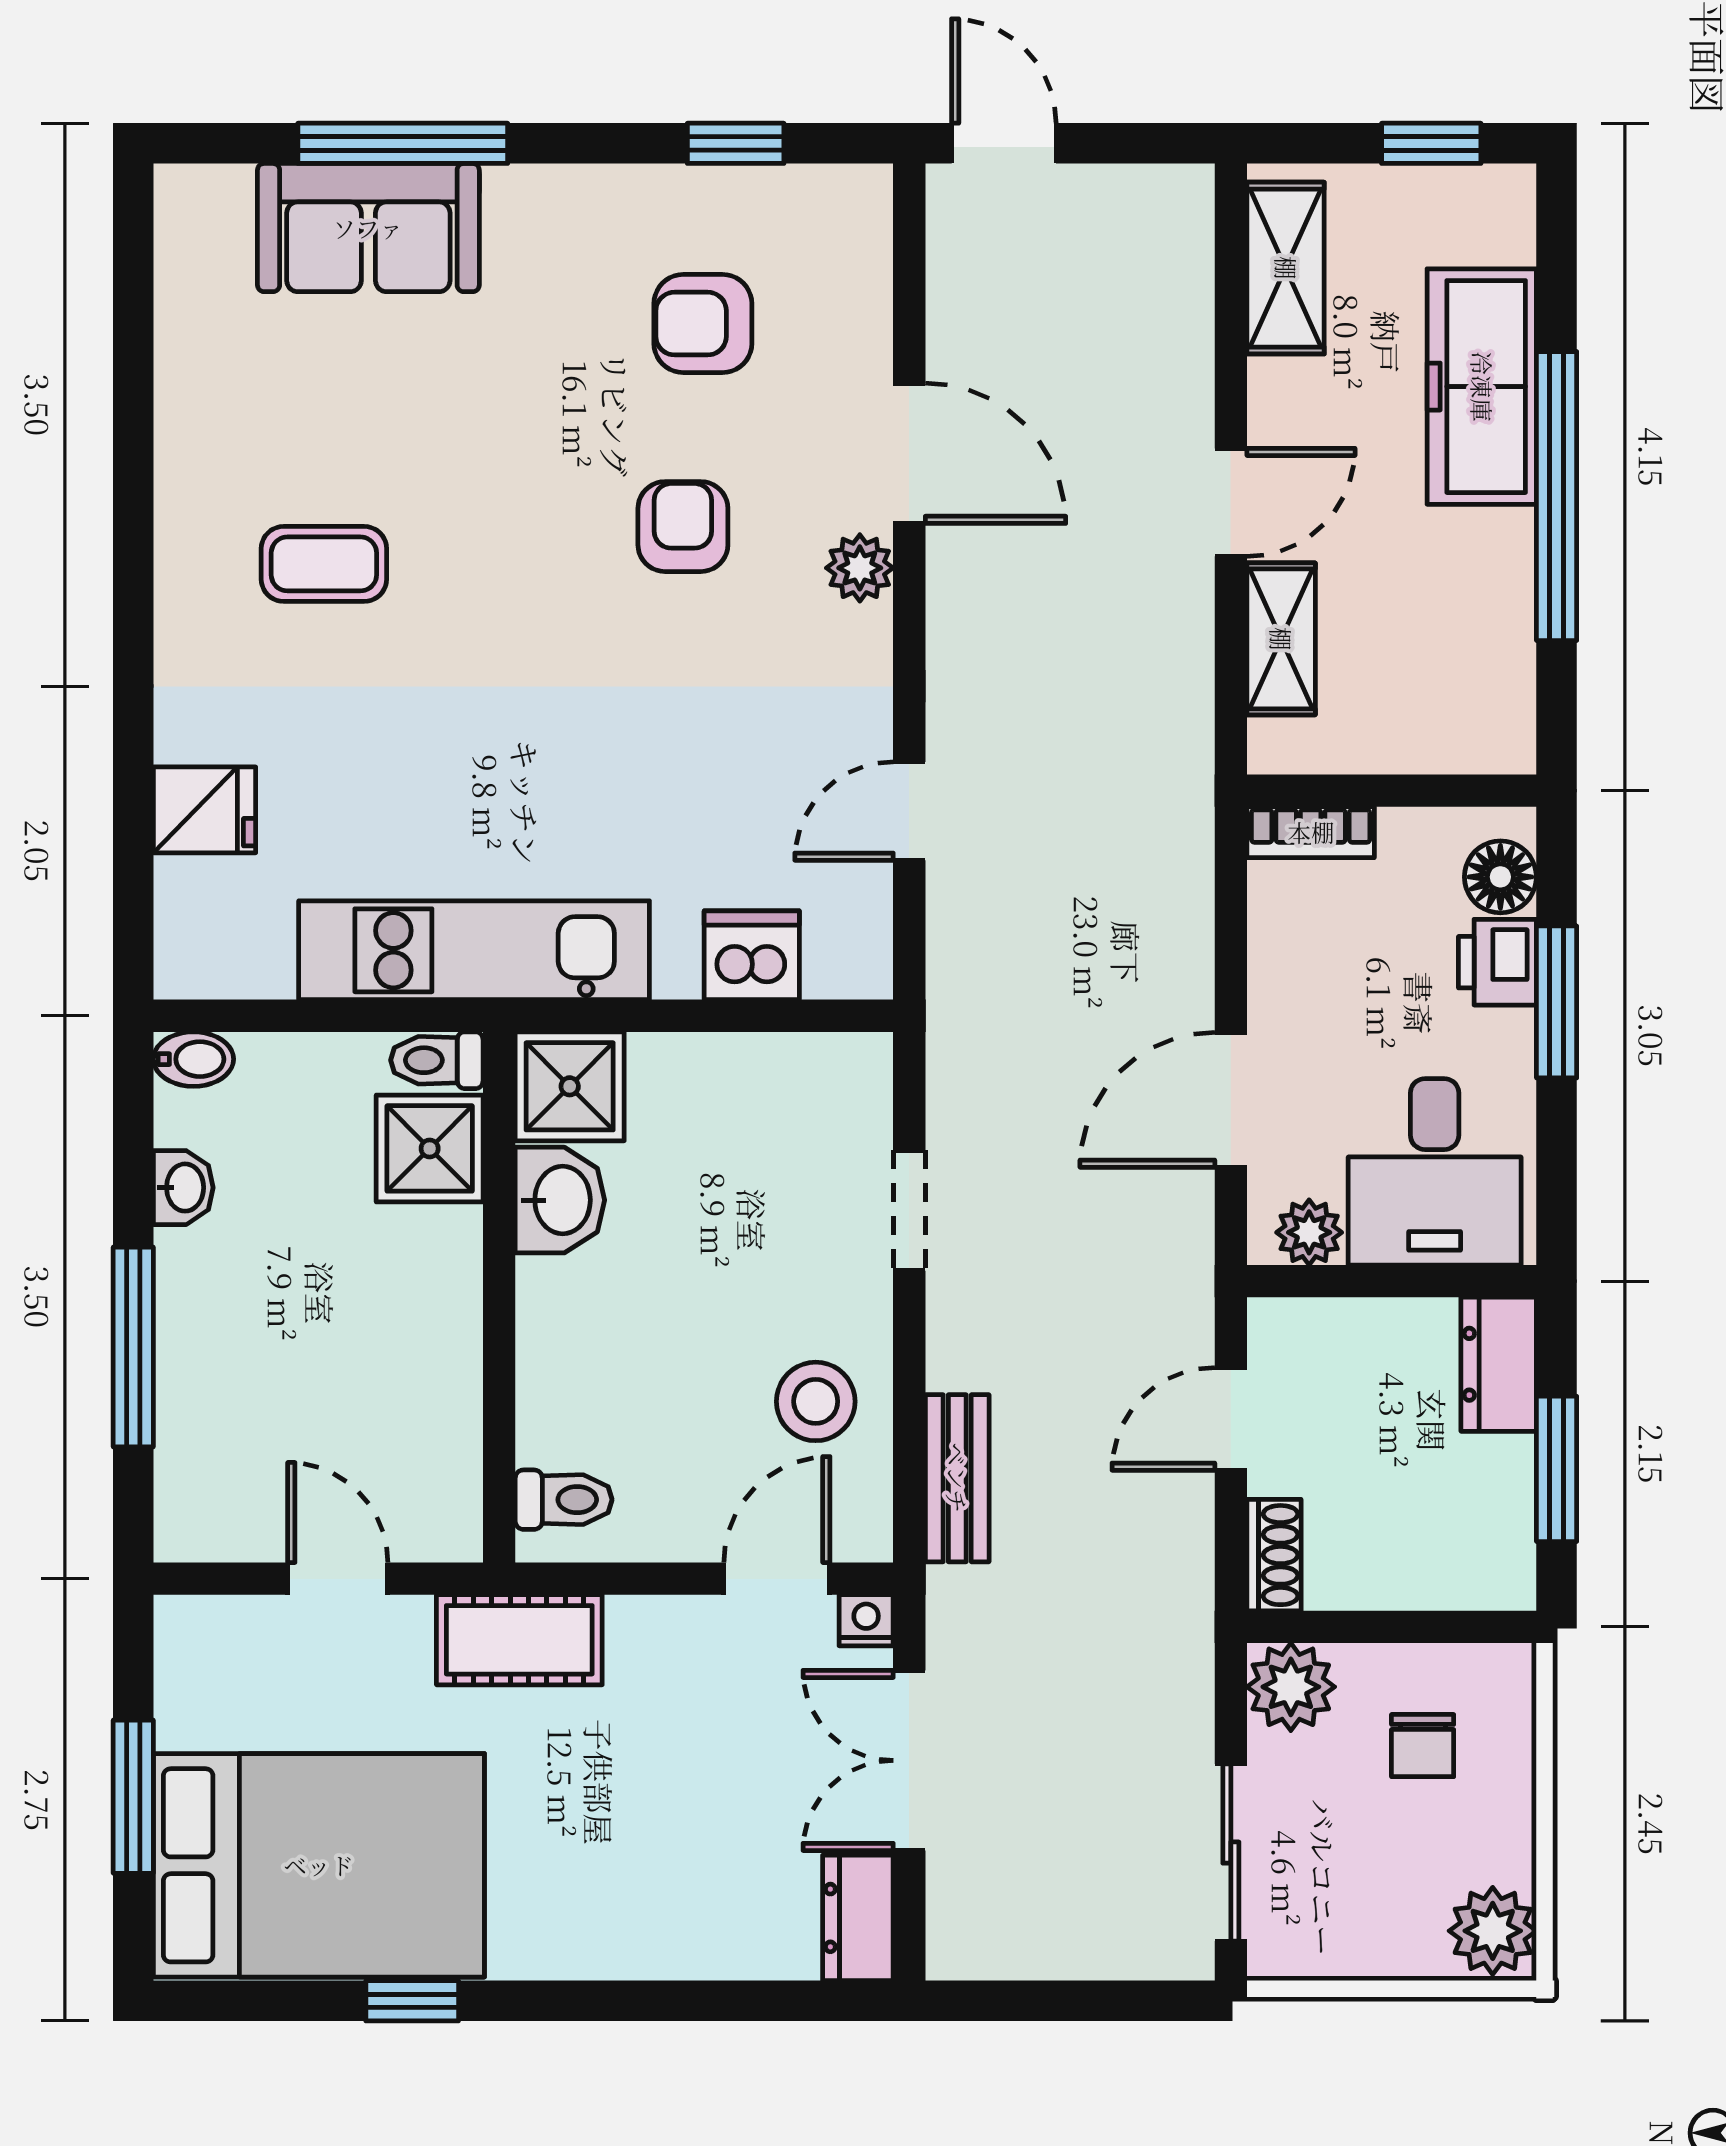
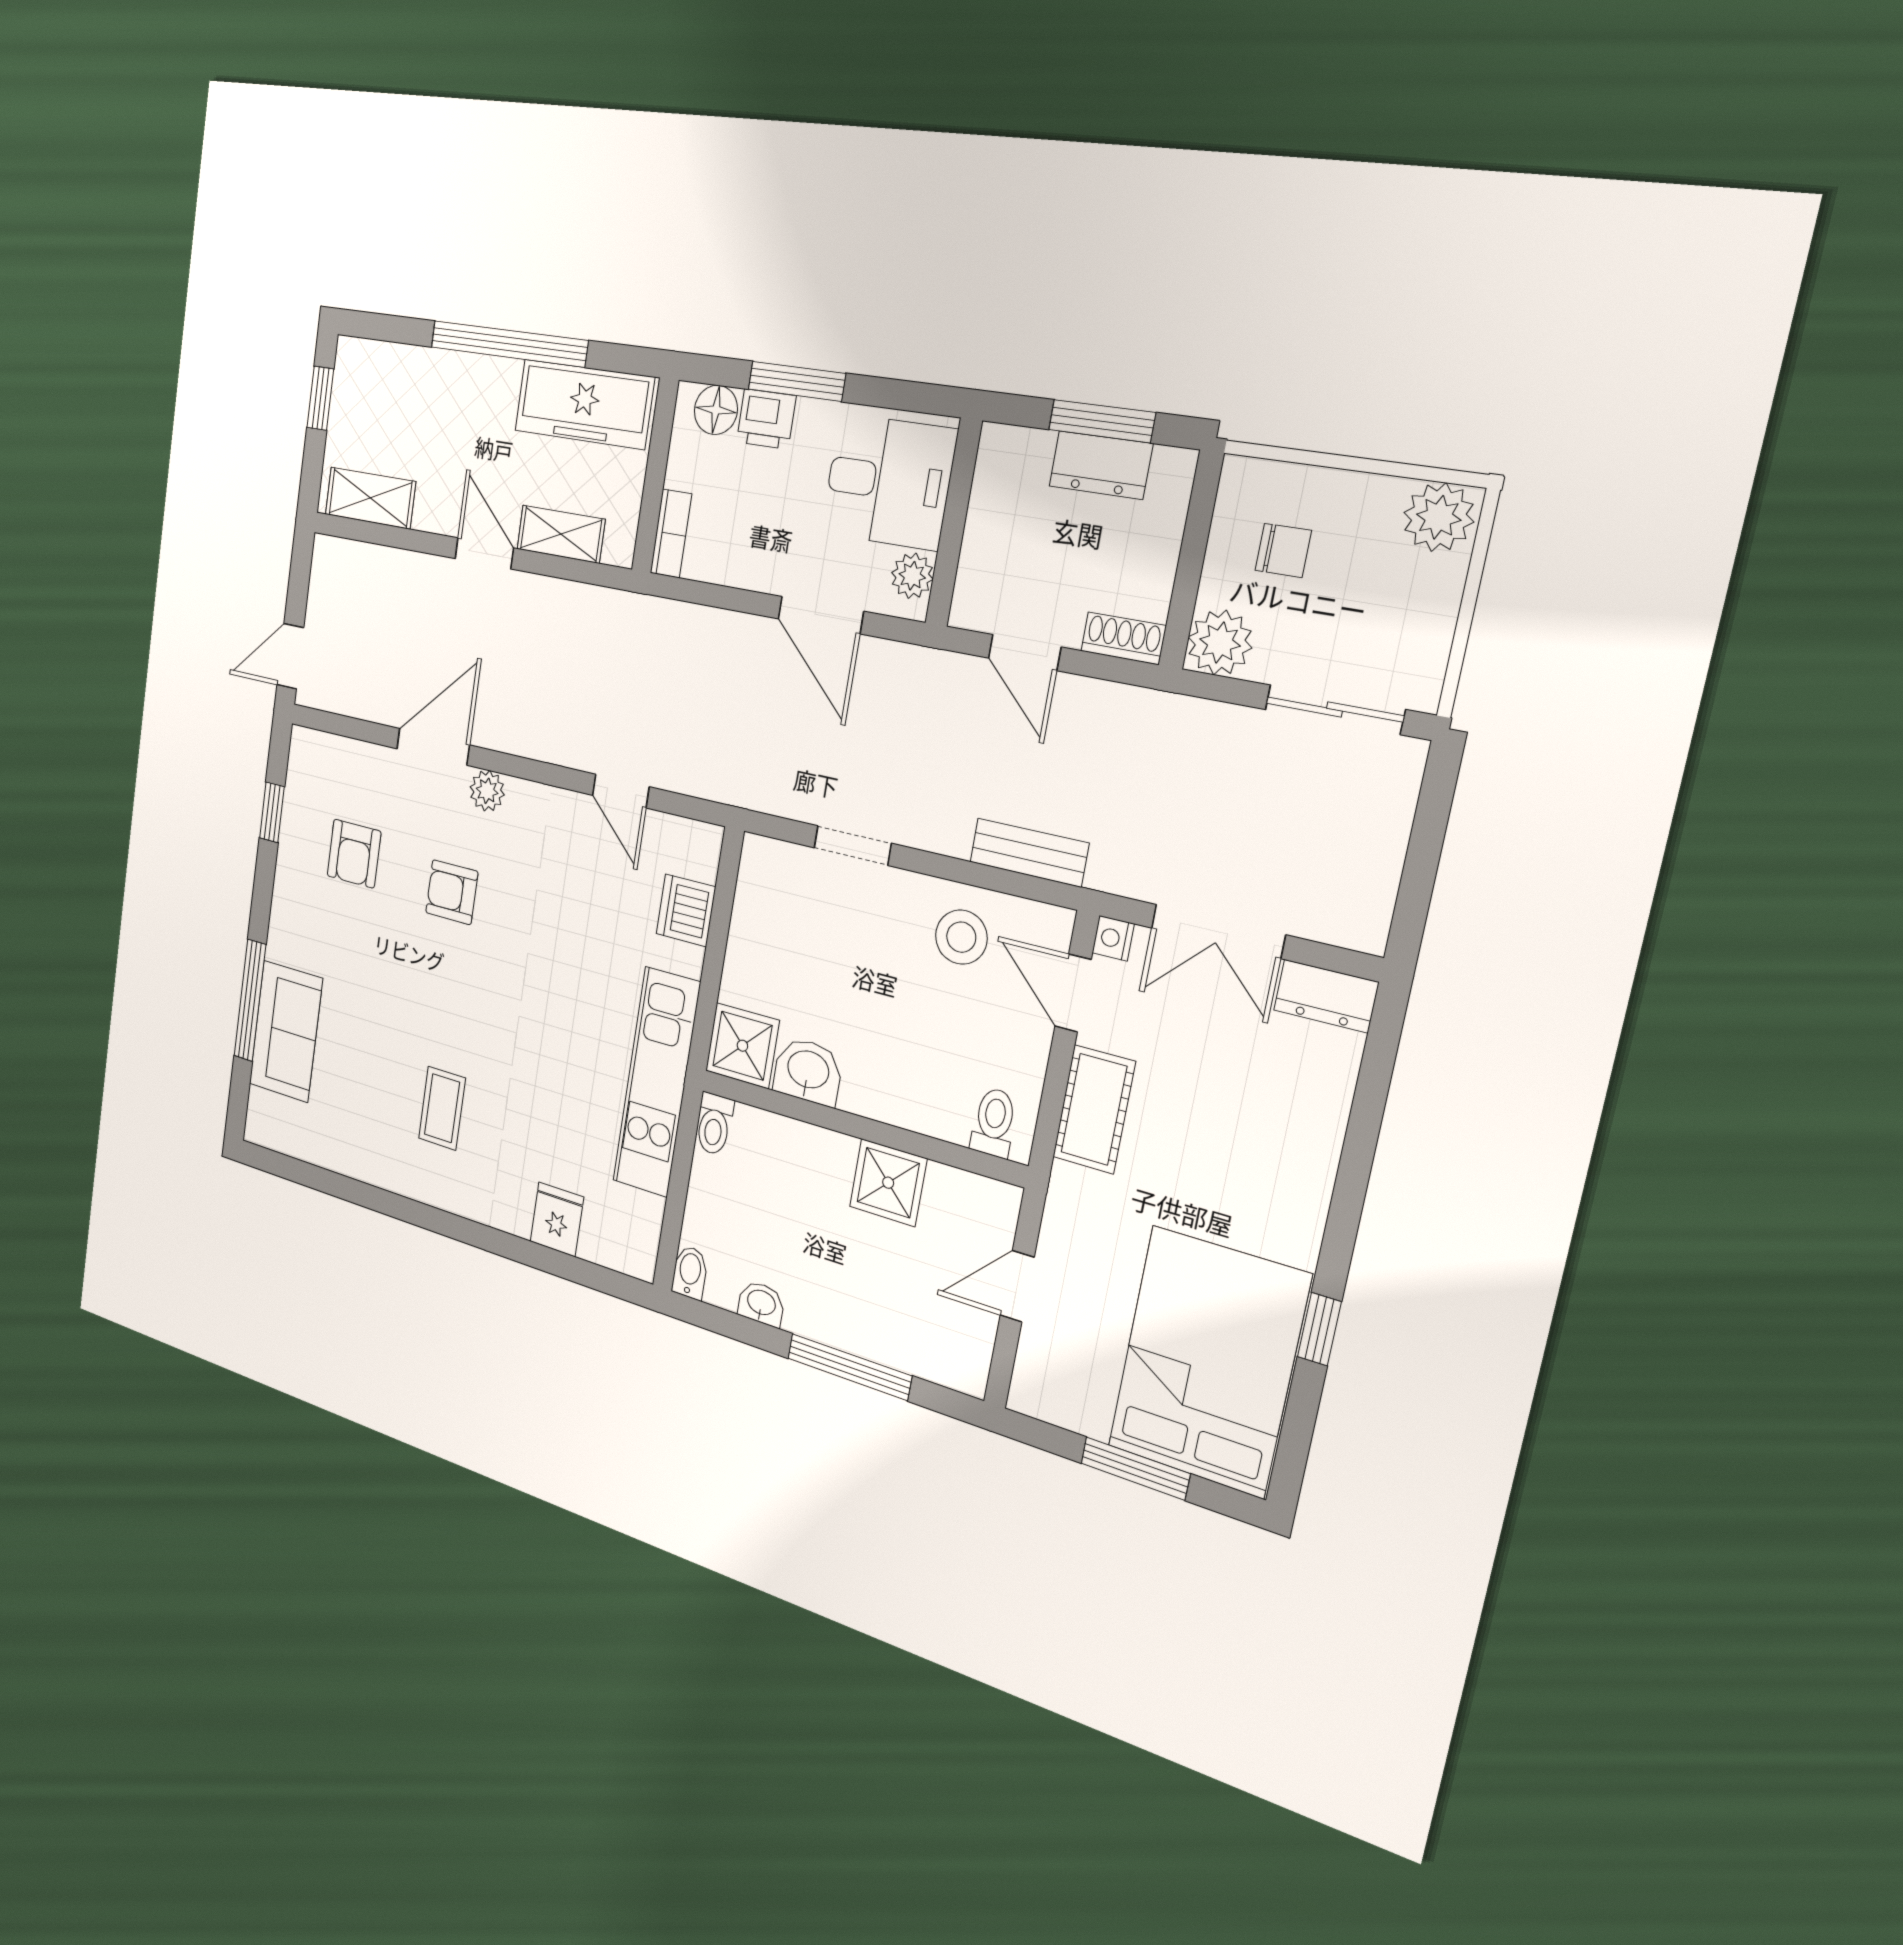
freezer: (1482, 387) -> (584, 404), moved
shower: (430, 1148) -> (888, 1183), moved
dresser: (1499, 1364) -> (1101, 465), moved
cot: (519, 1640) -> (1094, 1109), moved

